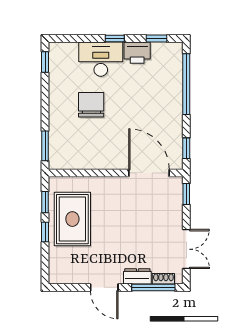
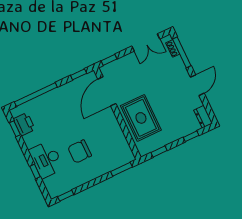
window: (115, 39) -> (35, 171), moved
printer: (137, 53) -> (24, 124), moved
rug: (72, 219) -> (141, 118), moved, turned 90
window: (45, 232) -> (191, 136), moved
double door: (186, 249) -> (146, 43), swing flipped
dresser: (137, 276) -> (203, 117), moved

